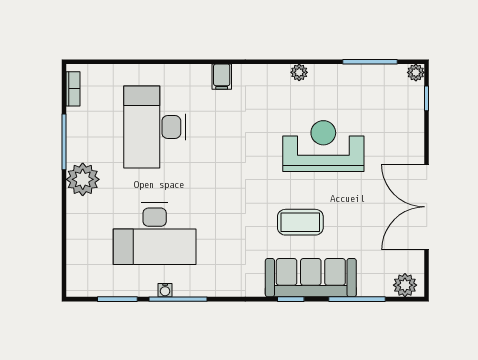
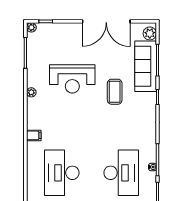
desk: (155, 127) -> (62, 173), turned 90
reception desk: (323, 146) -> (72, 79), turned -90
sofa: (311, 278) -> (146, 66), moved

